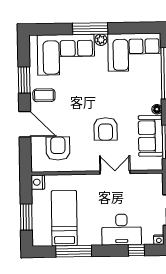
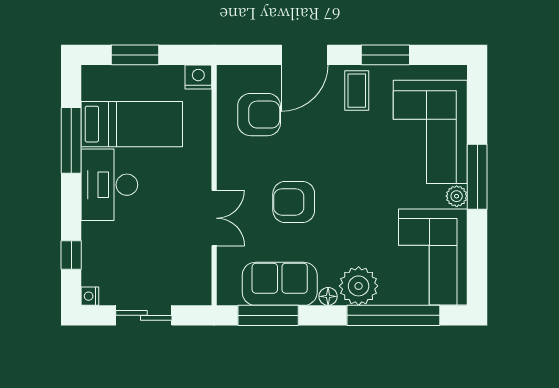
plant: (151, 93) -> (359, 286), added
desk: (122, 230) -> (109, 185), moved

